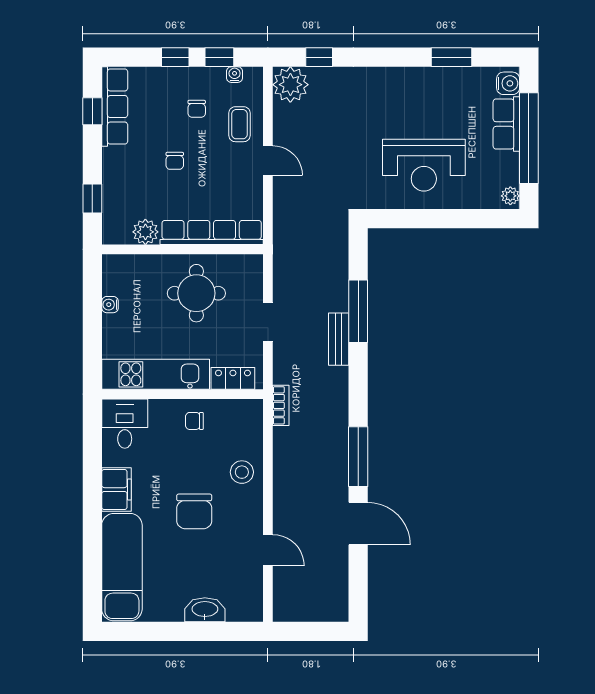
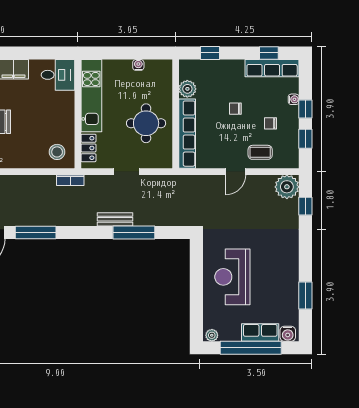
water cooler: (235, 75) -> (294, 99), moved
chair: (194, 421) -> (60, 122), removed
stool: (242, 472) -> (57, 152), moved

